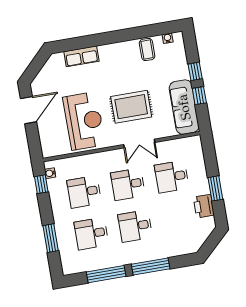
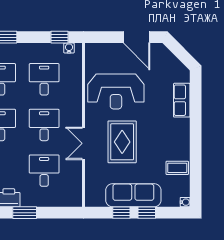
water cooler: (168, 38) -> (185, 202), moved
sofa: (184, 107) -> (133, 195), moved

